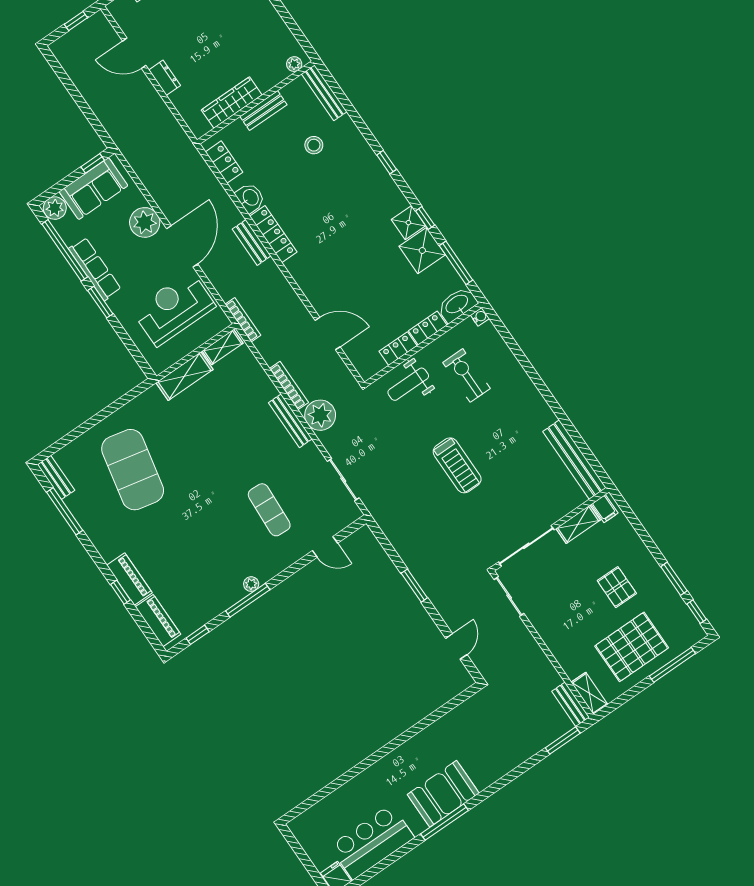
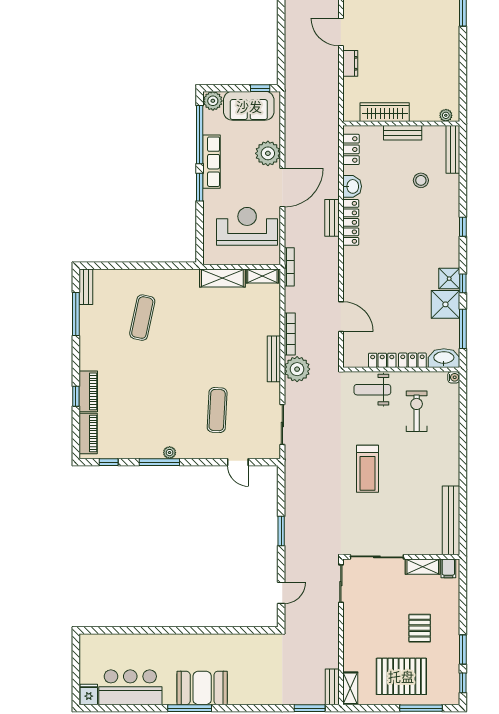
exercise mat: (133, 470) -> (142, 318), width x0.50, depth x0.69

